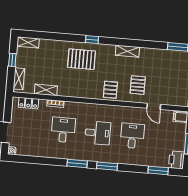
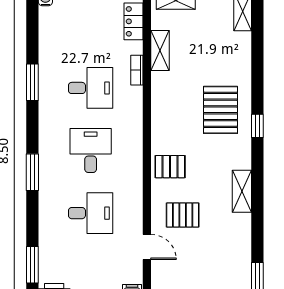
door: (154, 106) -> (147, 247), swing flipped
desk: (98, 133) -> (91, 151), turned 180
window: (77, 164) -> (32, 82), moved

